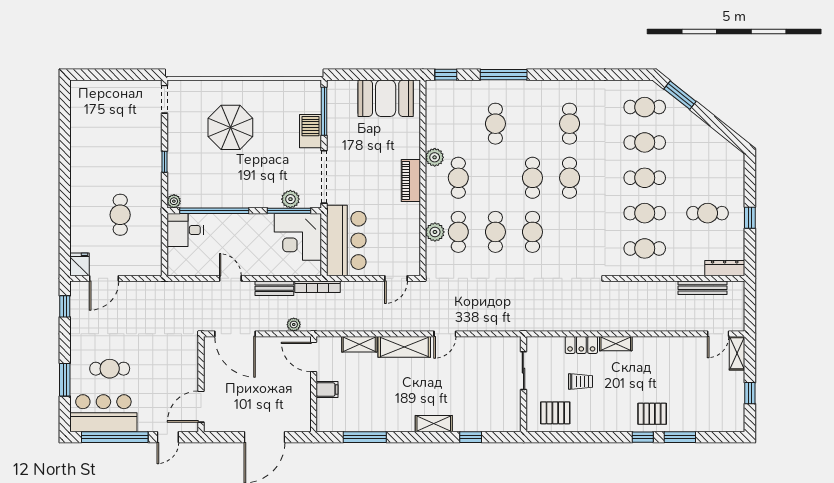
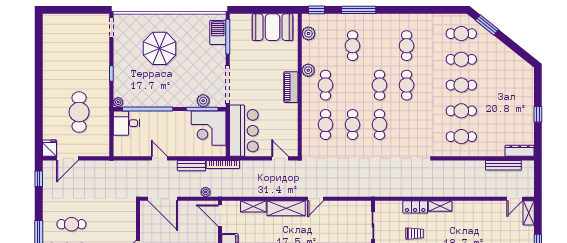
barbecue: (311, 131) -> (218, 32), moved
cafe table: (708, 213) -> (507, 111), removed
cafe table: (120, 215) -> (79, 112), width x1.37, depth x1.35
plant: (435, 232) -> (308, 33), moved
door: (396, 278) -> (280, 158), swing flipped

